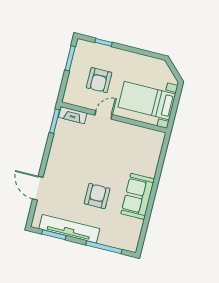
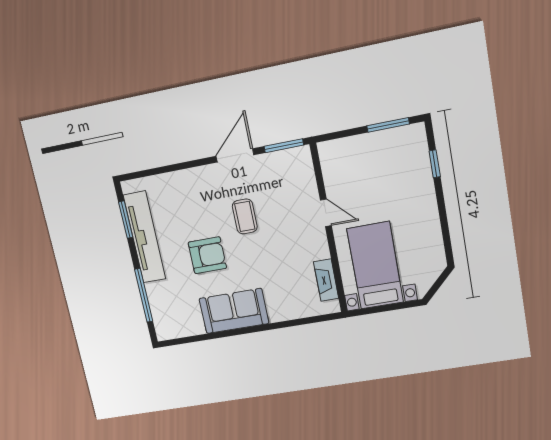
armchair: (99, 80) -> (374, 183), removed
fireplace: (73, 115) -> (326, 280), moved
coffee table: (84, 163) -> (245, 216), added
door: (38, 188) -> (235, 155), moved

